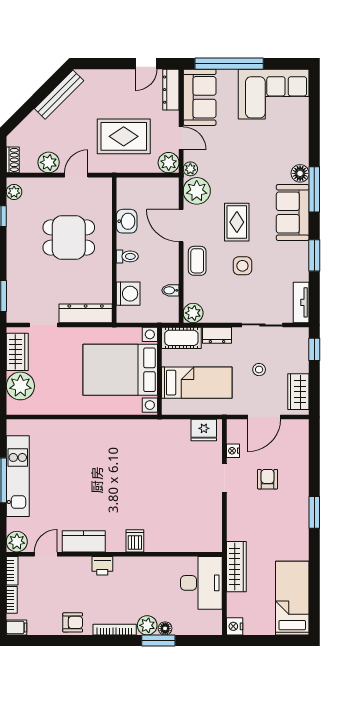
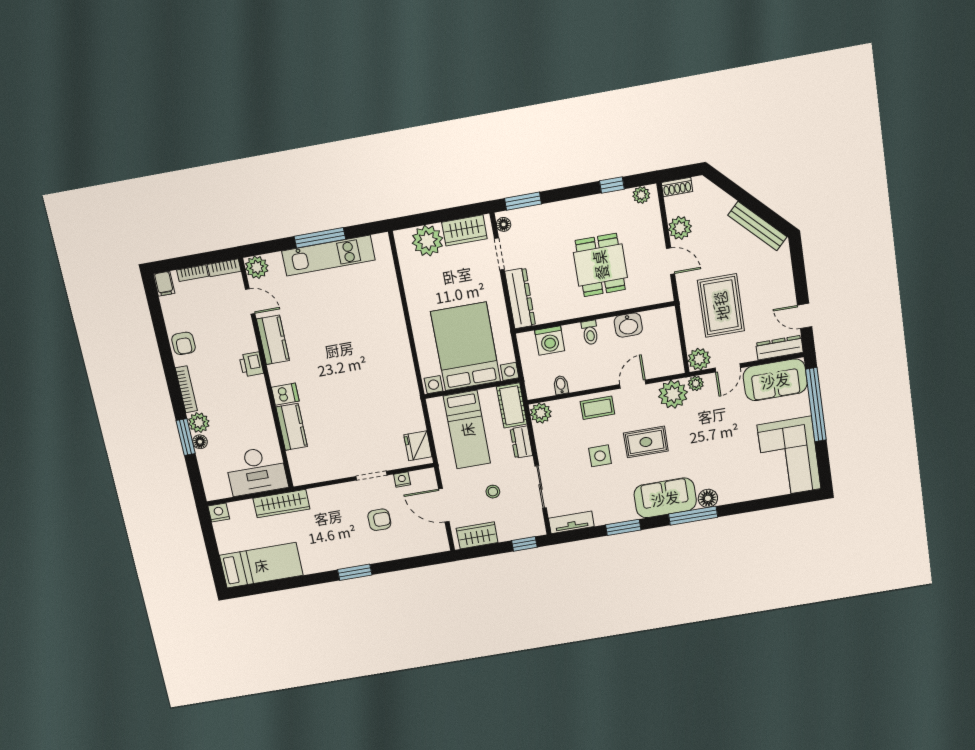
door: (181, 226) -> (633, 384), width x0.73
floor lamp: (18, 317) -> (504, 224), added
kitchen counter: (166, 542) -> (292, 427), added

